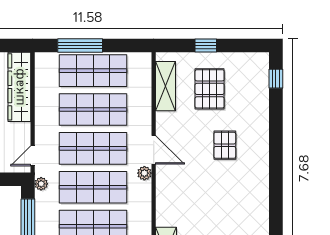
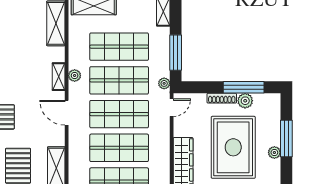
plant: (144, 173) -> (75, 75), moved
shelving: (163, 192) -> (59, 77), added

